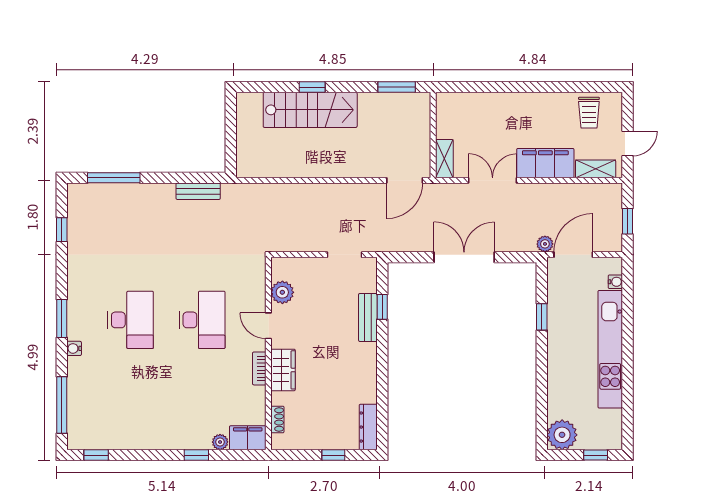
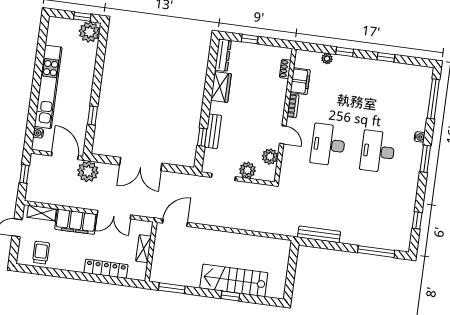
locker: (494, 102) -> (106, 269), added
shelving: (444, 159) -> (143, 249), moved
bench: (198, 191) -> (319, 234), width x1.36
plant: (545, 244) -> (88, 171), width x1.88, depth x1.88
door: (573, 255) -> (65, 156), swing flipped
plant: (312, 269) -> (247, 170), added
wardrobe: (283, 370) -> (221, 87), moved, turned 180
filing cabinet: (248, 438) -> (300, 81), moved, turned -90
window: (96, 455) -> (386, 57), moved
window: (596, 455) -> (82, 17), moved

